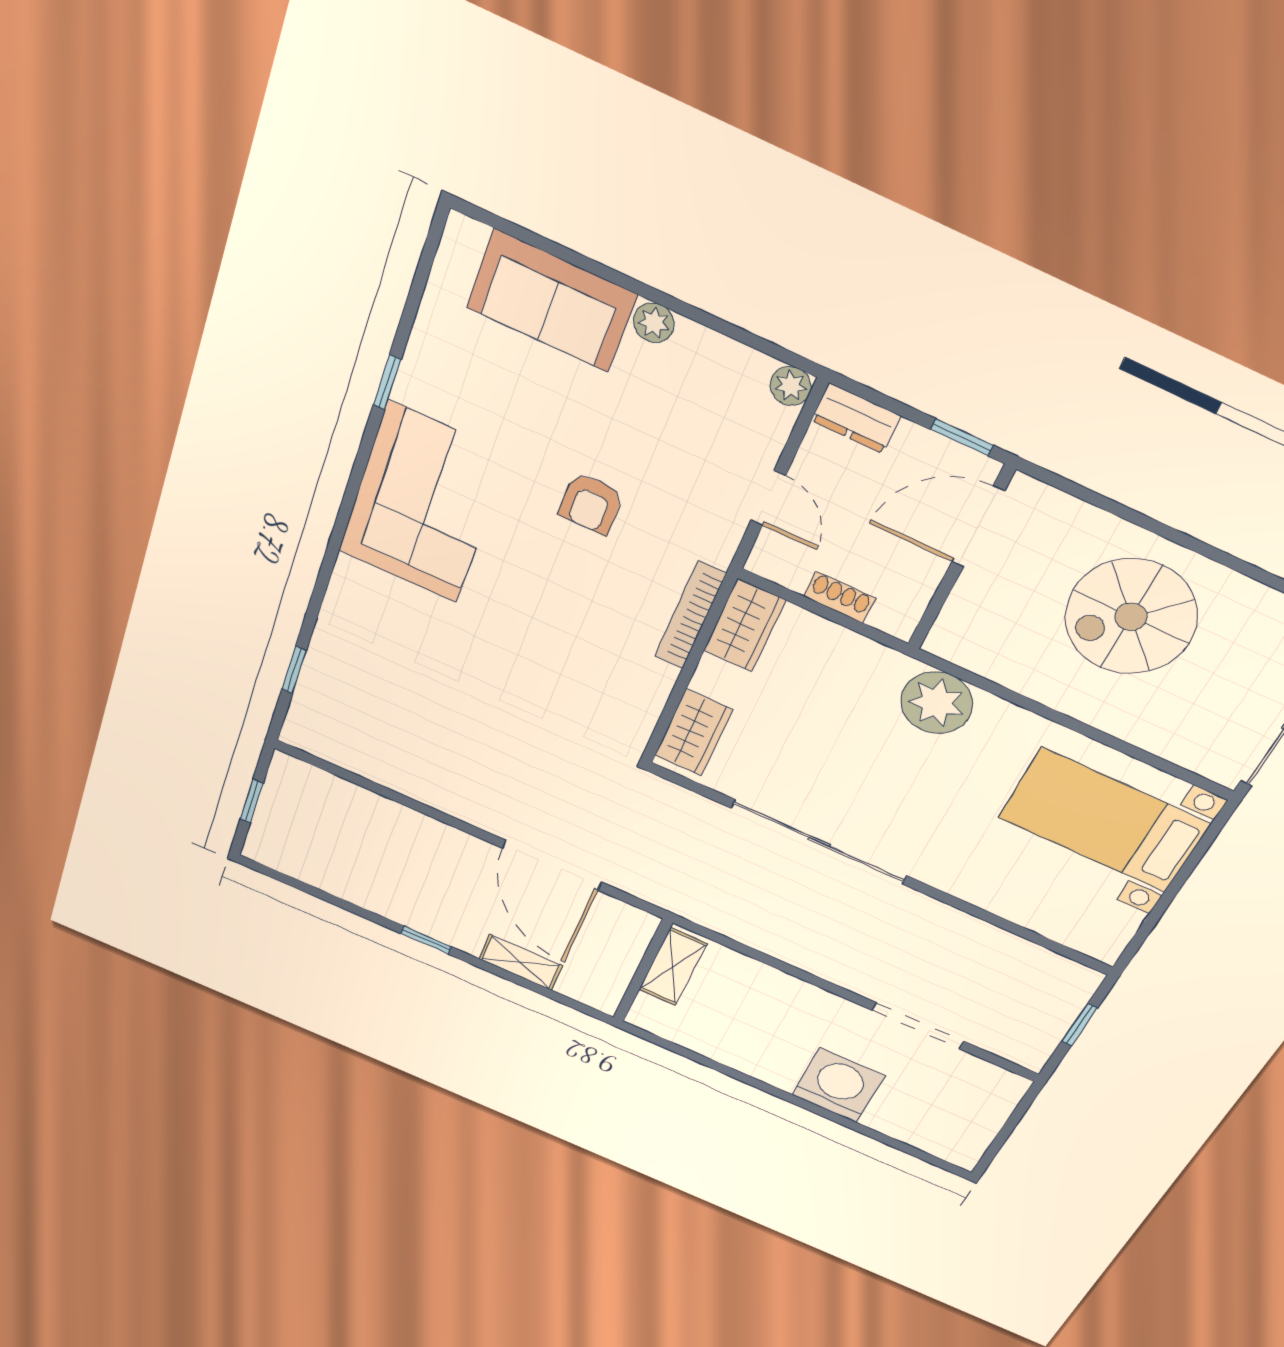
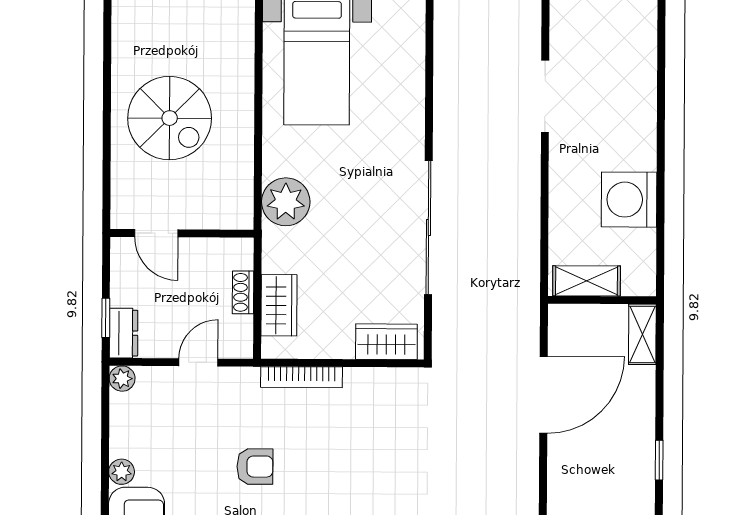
window: (962, 437) -> (106, 318), moved
door: (978, 527) -> (156, 233), width x0.73
wardrobe: (745, 626) -> (279, 305), moved, turned 90
shelving: (521, 962) -> (642, 334), moved
washing machine: (838, 1085) -> (629, 200), moved

